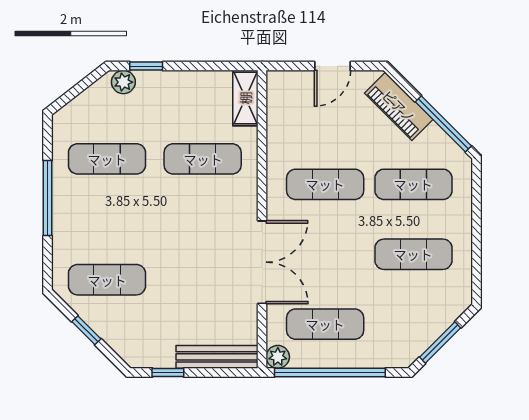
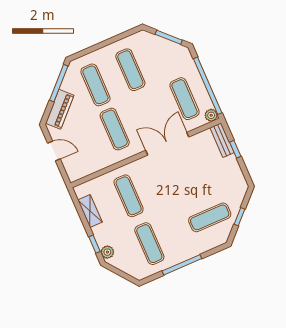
shelving: (245, 98) -> (90, 211), moved, turned 90
exercise mat: (107, 280) -> (210, 217), turned 90
bench: (217, 357) -> (222, 140), width x0.73
window: (168, 372) -> (235, 149), moved

